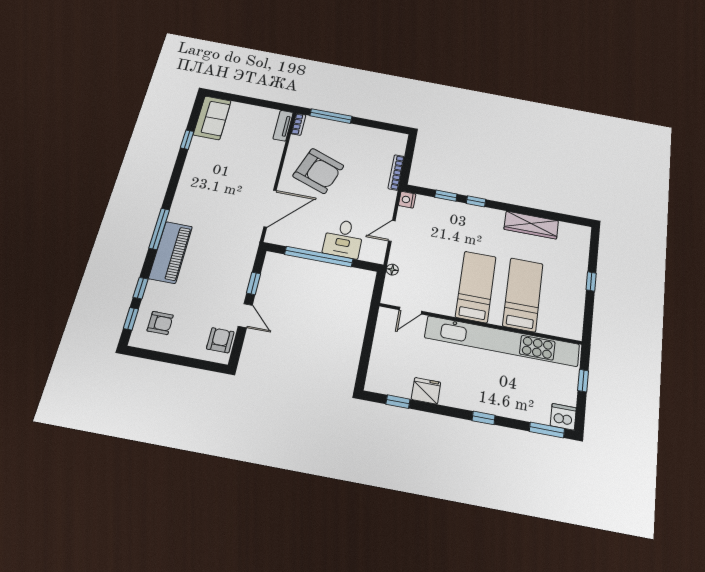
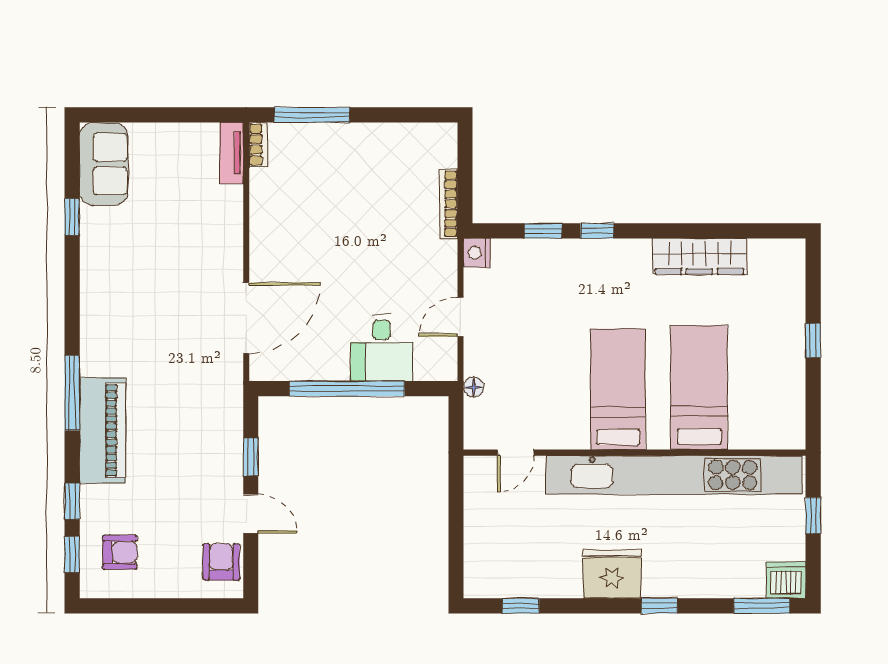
armchair: (318, 171) -> (313, 230), removed
fridge: (426, 391) -> (612, 574), moved, width x1.36, depth x1.34

